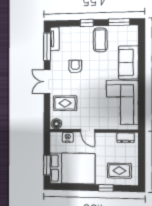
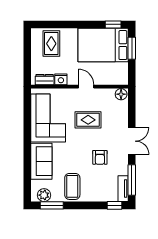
window: (87, 23) -> (115, 205), moved
plant: (126, 31) -> (44, 195), added
rug: (65, 103) -> (88, 120), moved
nightstand: (68, 137) -> (61, 79), moved
rug: (119, 171) -> (51, 44), turned 90
window: (106, 188) -> (113, 24), moved

